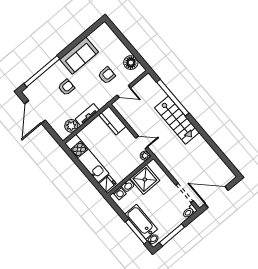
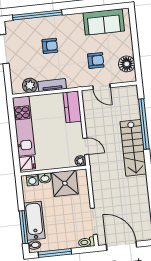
sofa: (79, 56) -> (104, 22), moved

